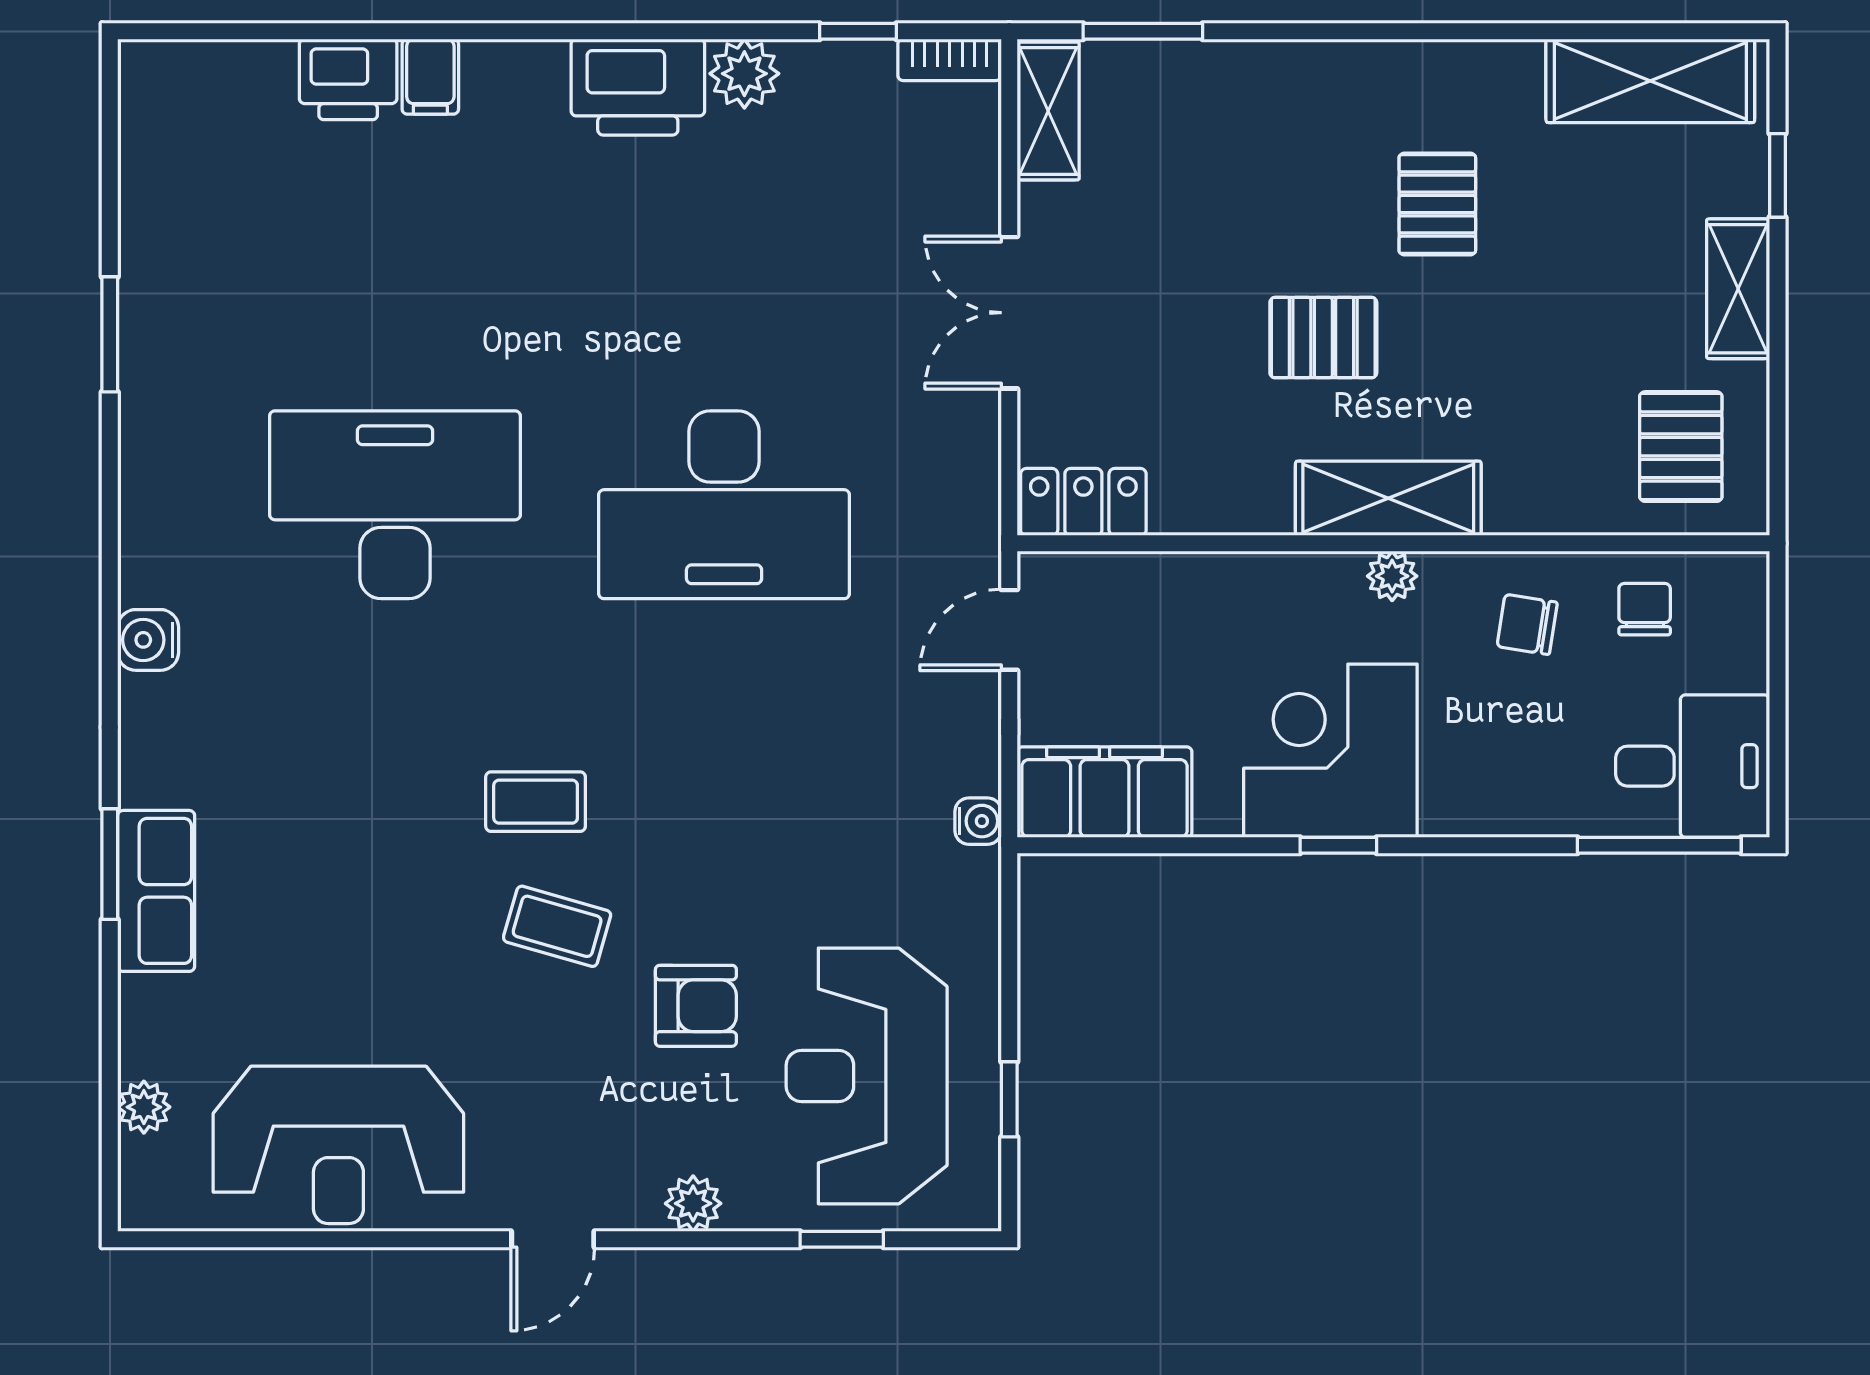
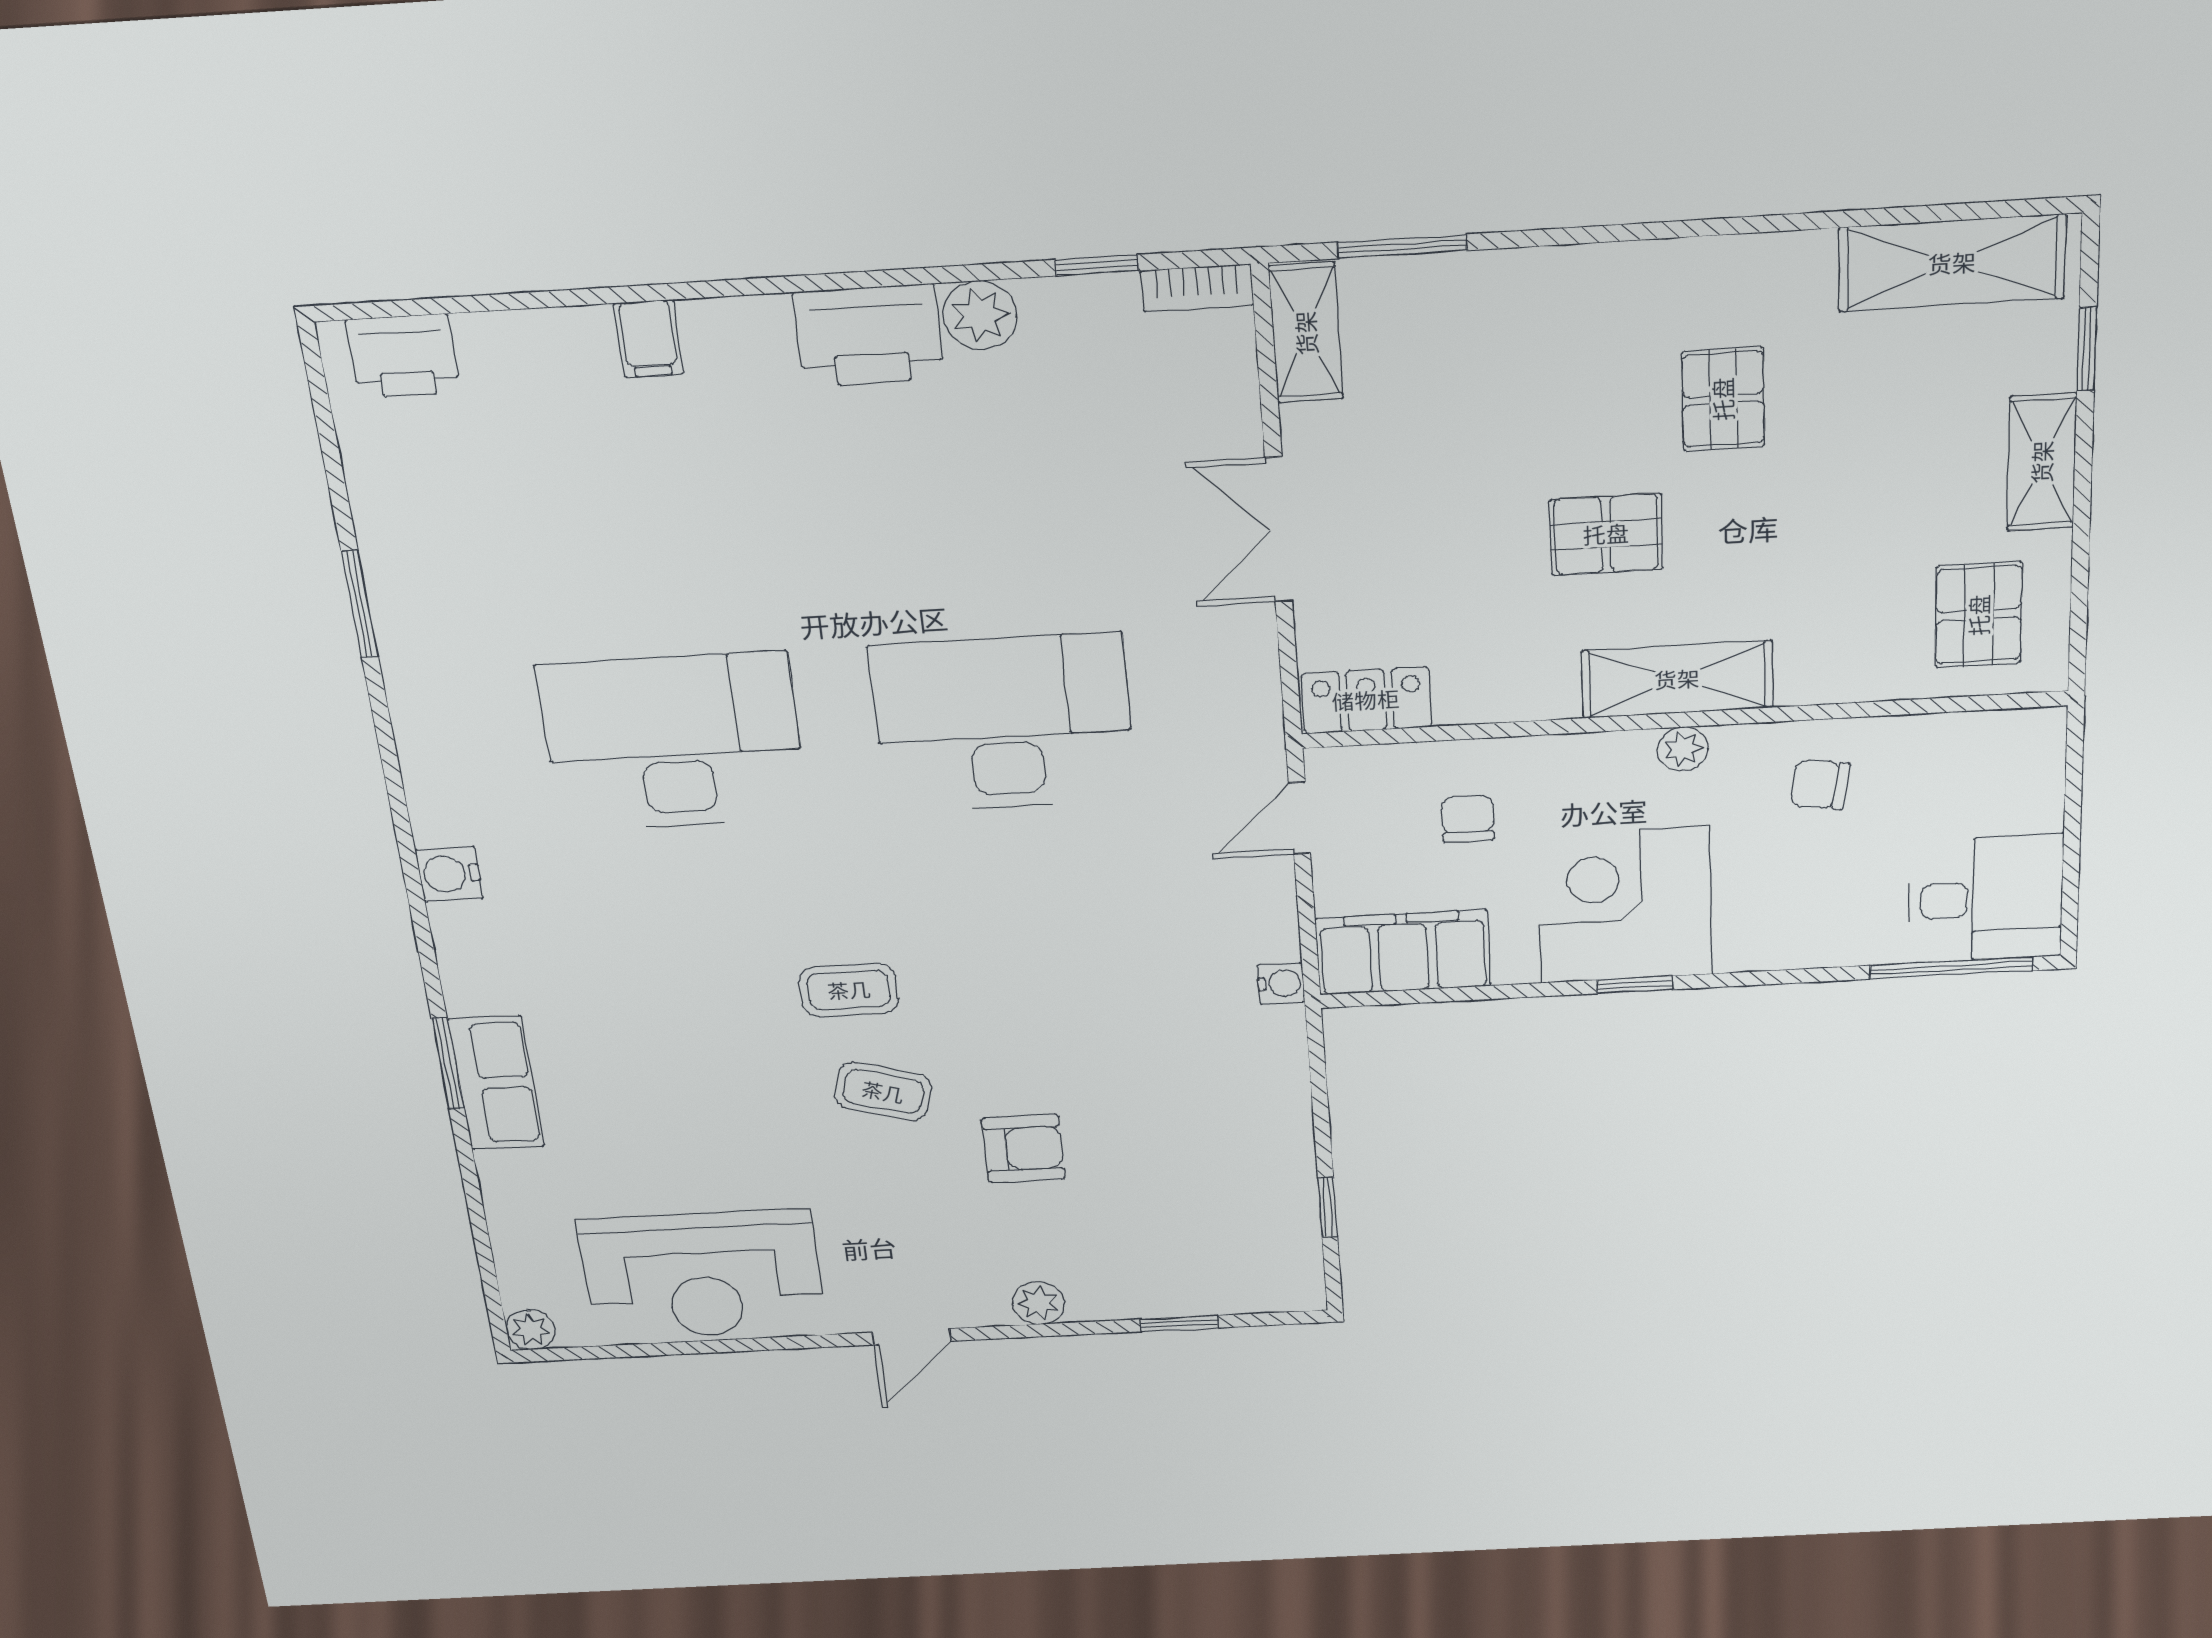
printer: (348, 79) -> (403, 356), moved
desk: (724, 505) -> (1003, 723), turned 180
chair: (1645, 609) -> (1468, 819), moved
reception desk: (867, 1076) -> (1191, 1196), removed
plant: (144, 1107) -> (531, 1330), moved

